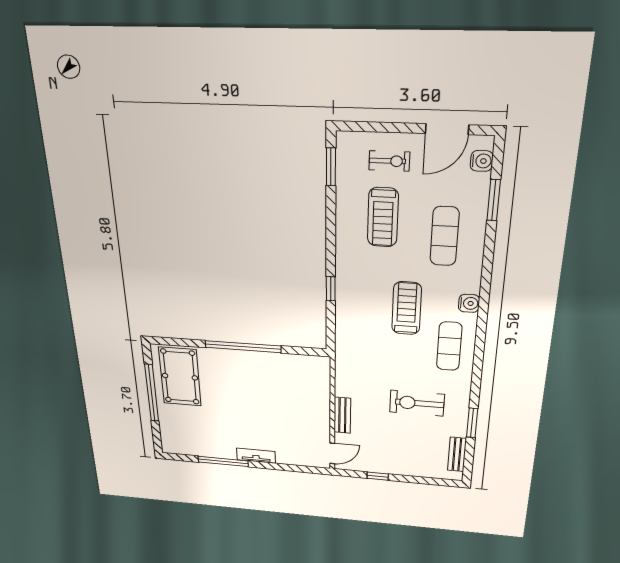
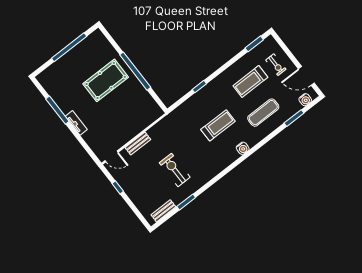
exercise mat: (449, 346) -> (216, 158), removed
pool table: (180, 377) -> (106, 80), moved

